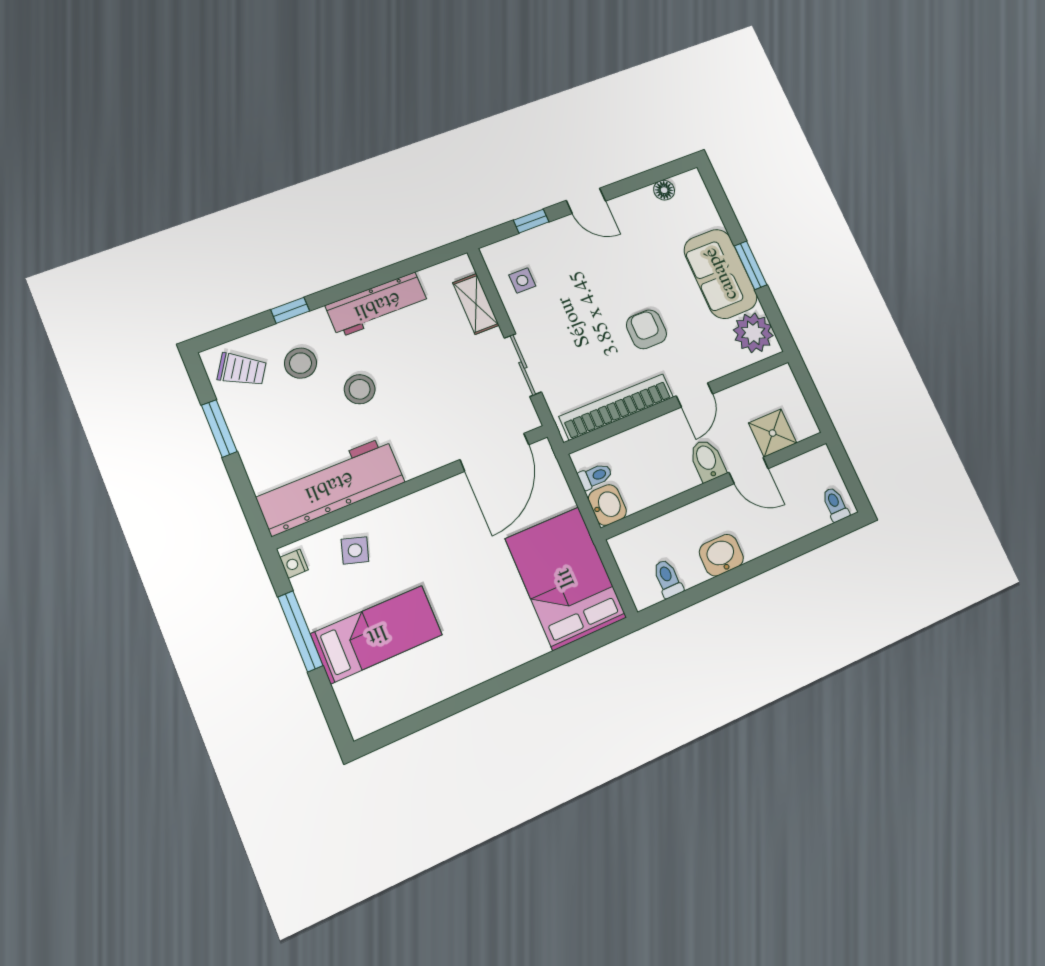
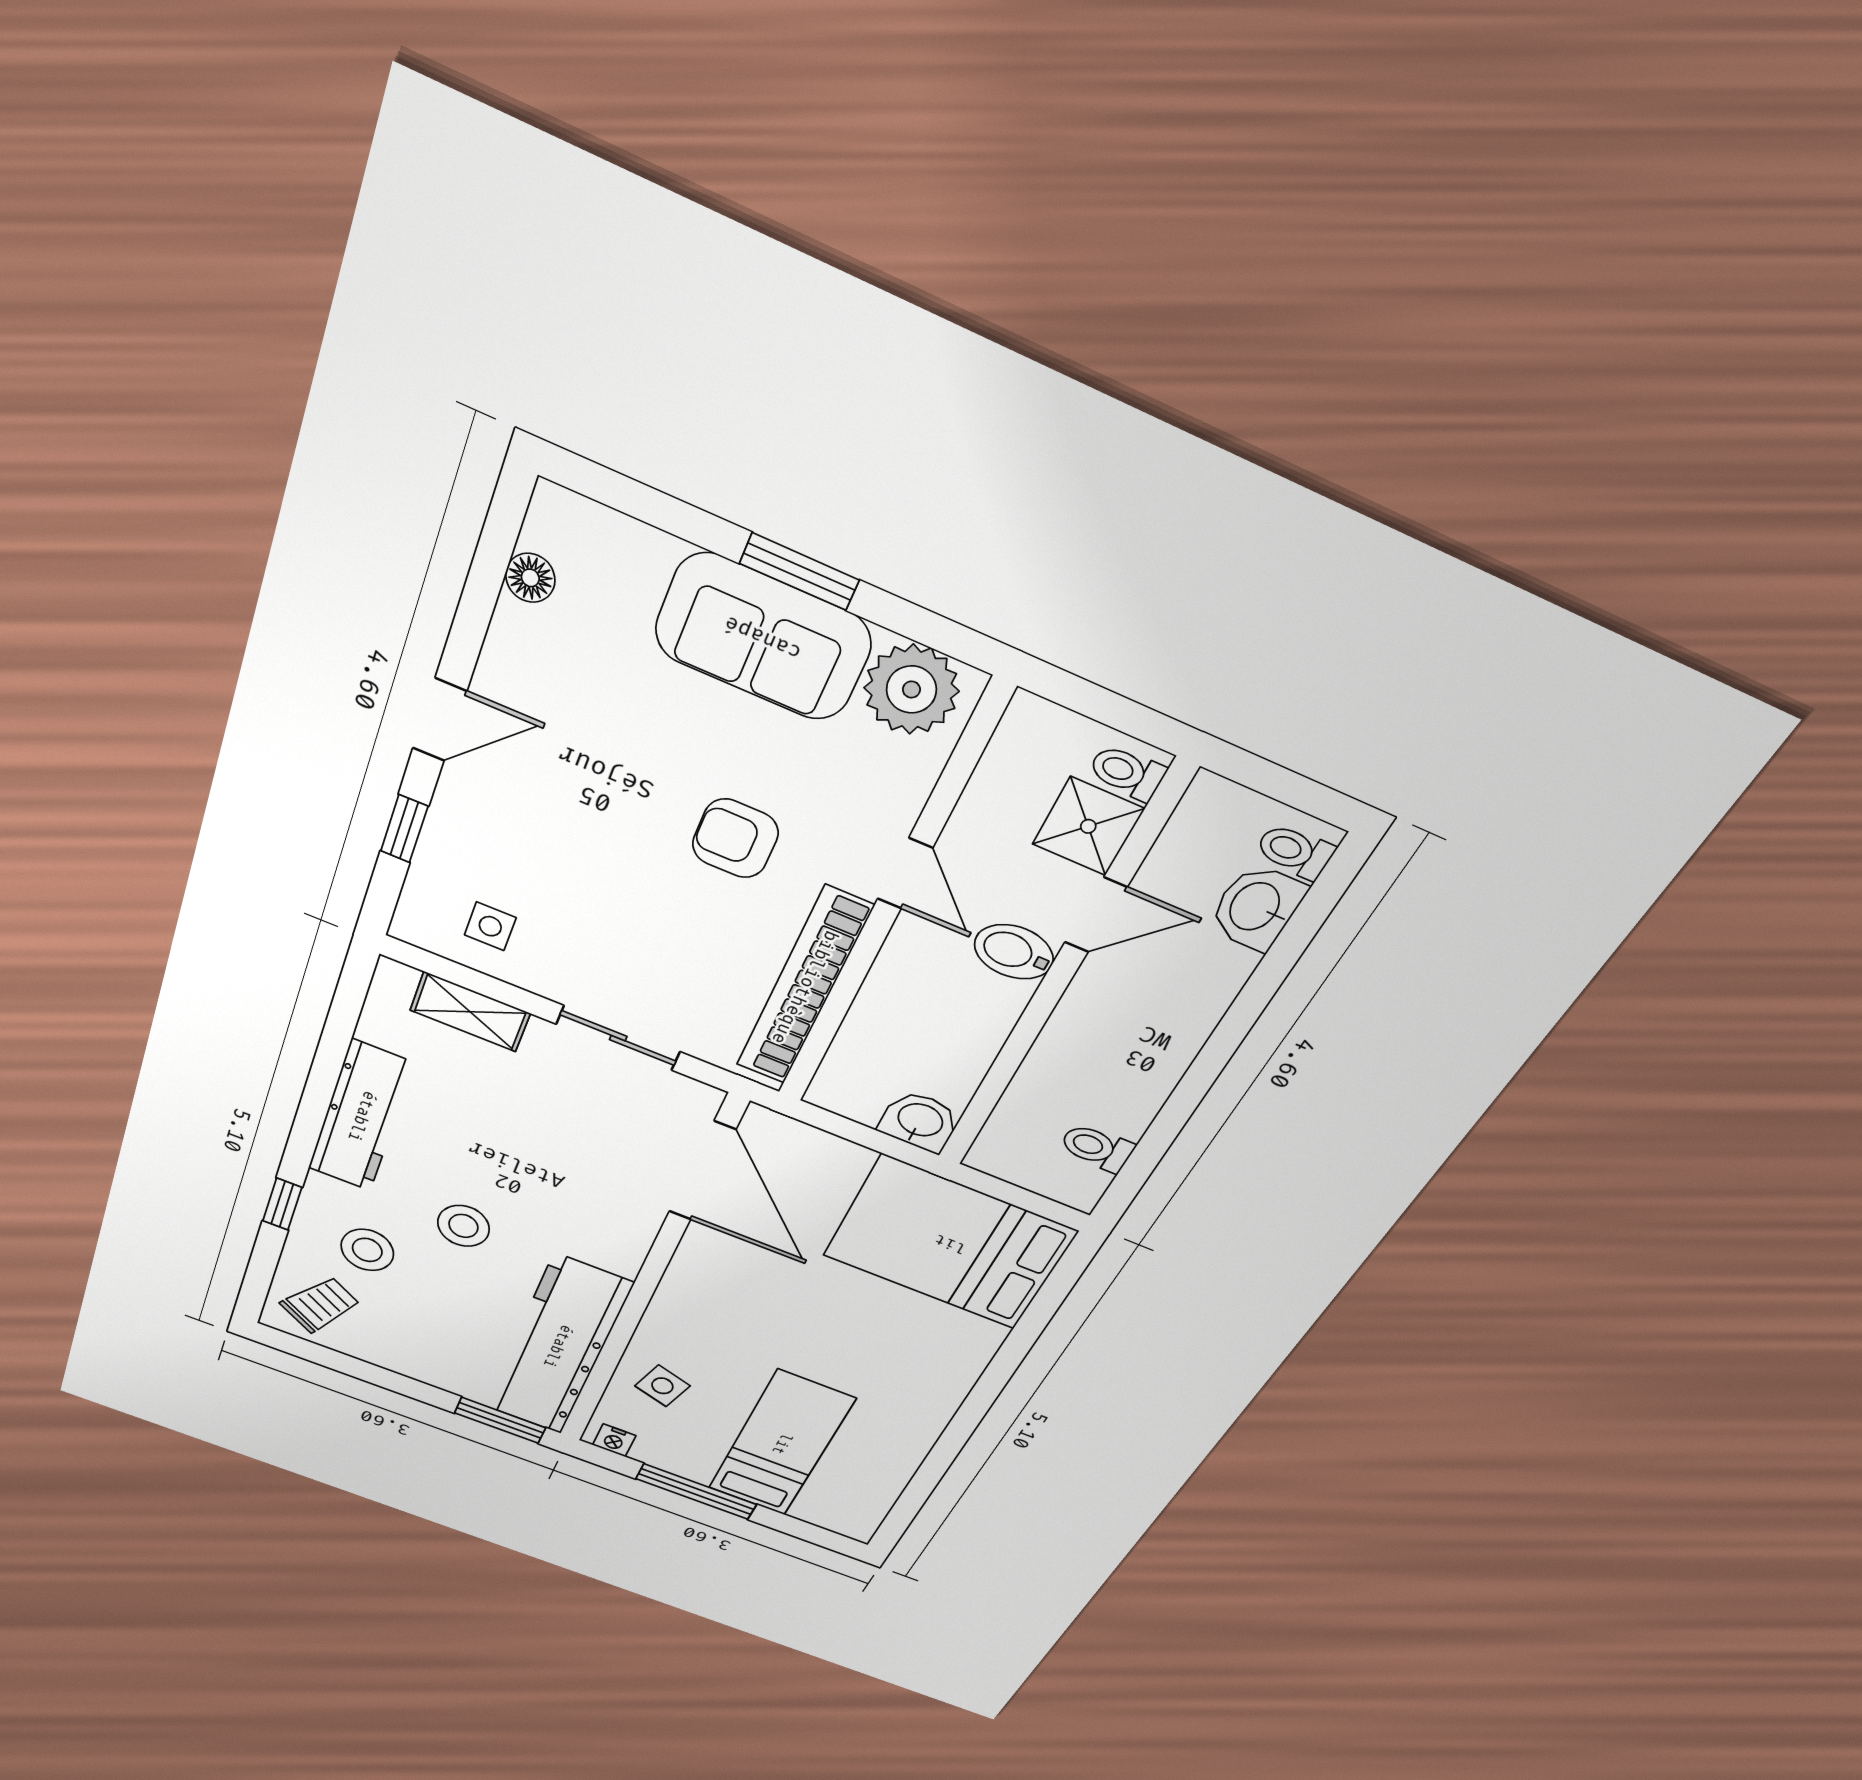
window: (219, 428) -> (500, 1420), moved
toilet: (595, 476) -> (1127, 772), moved, turned -90
washbasin: (721, 555) -> (1256, 907), moved

